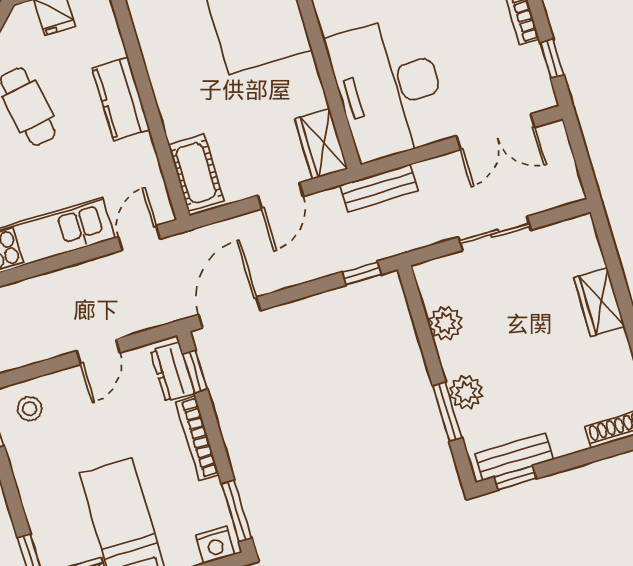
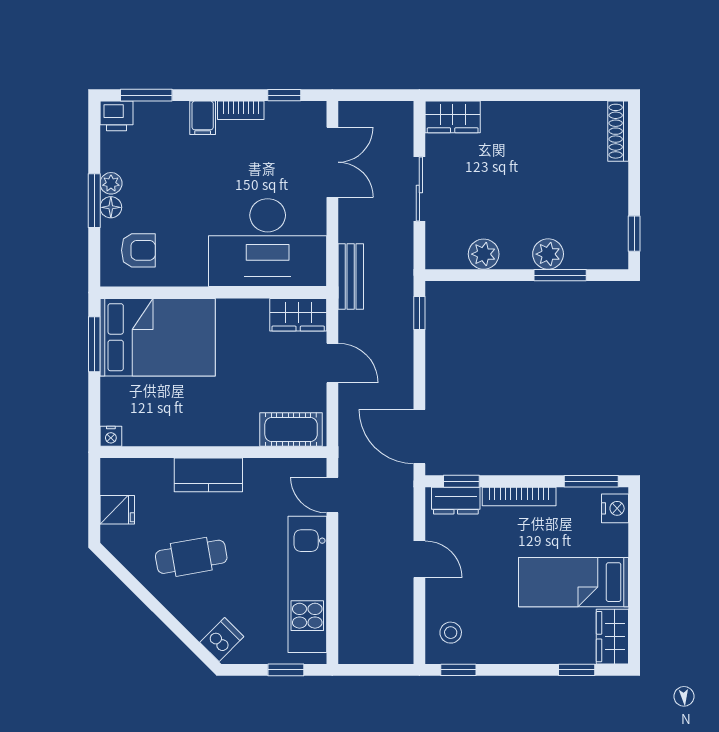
wardrobe: (599, 302) -> (453, 117), moved
bench: (514, 457) -> (616, 229), removed

